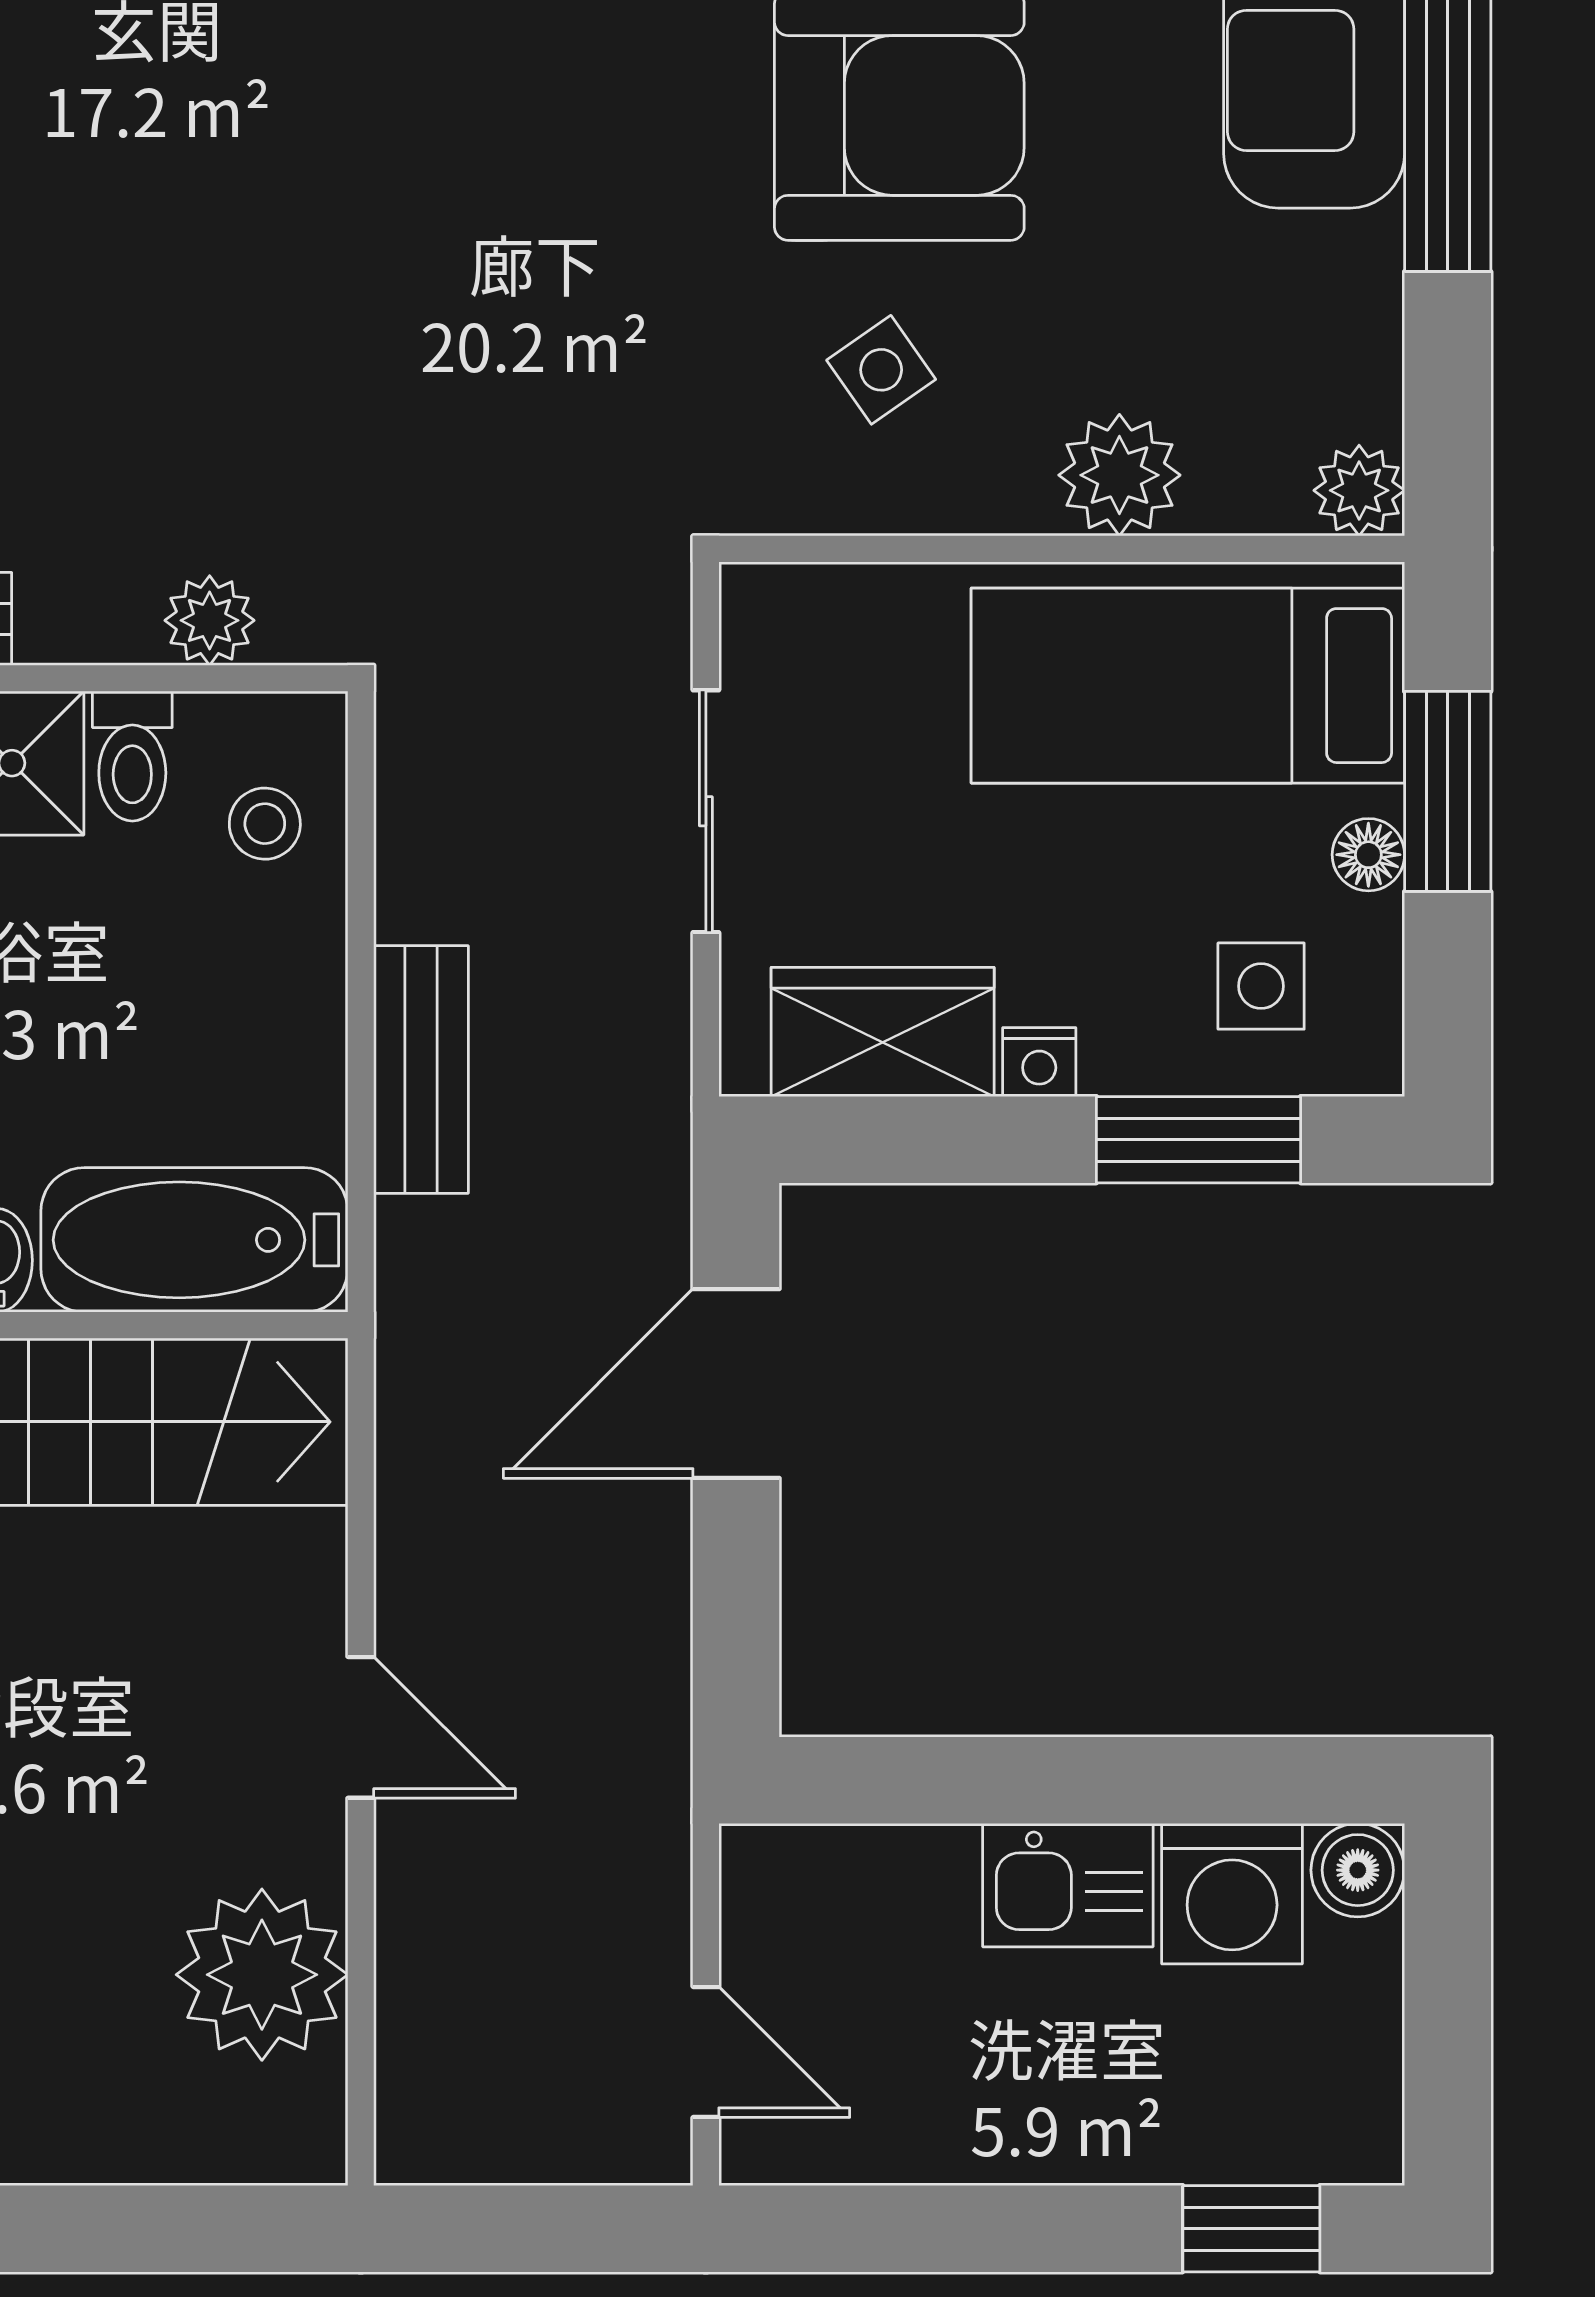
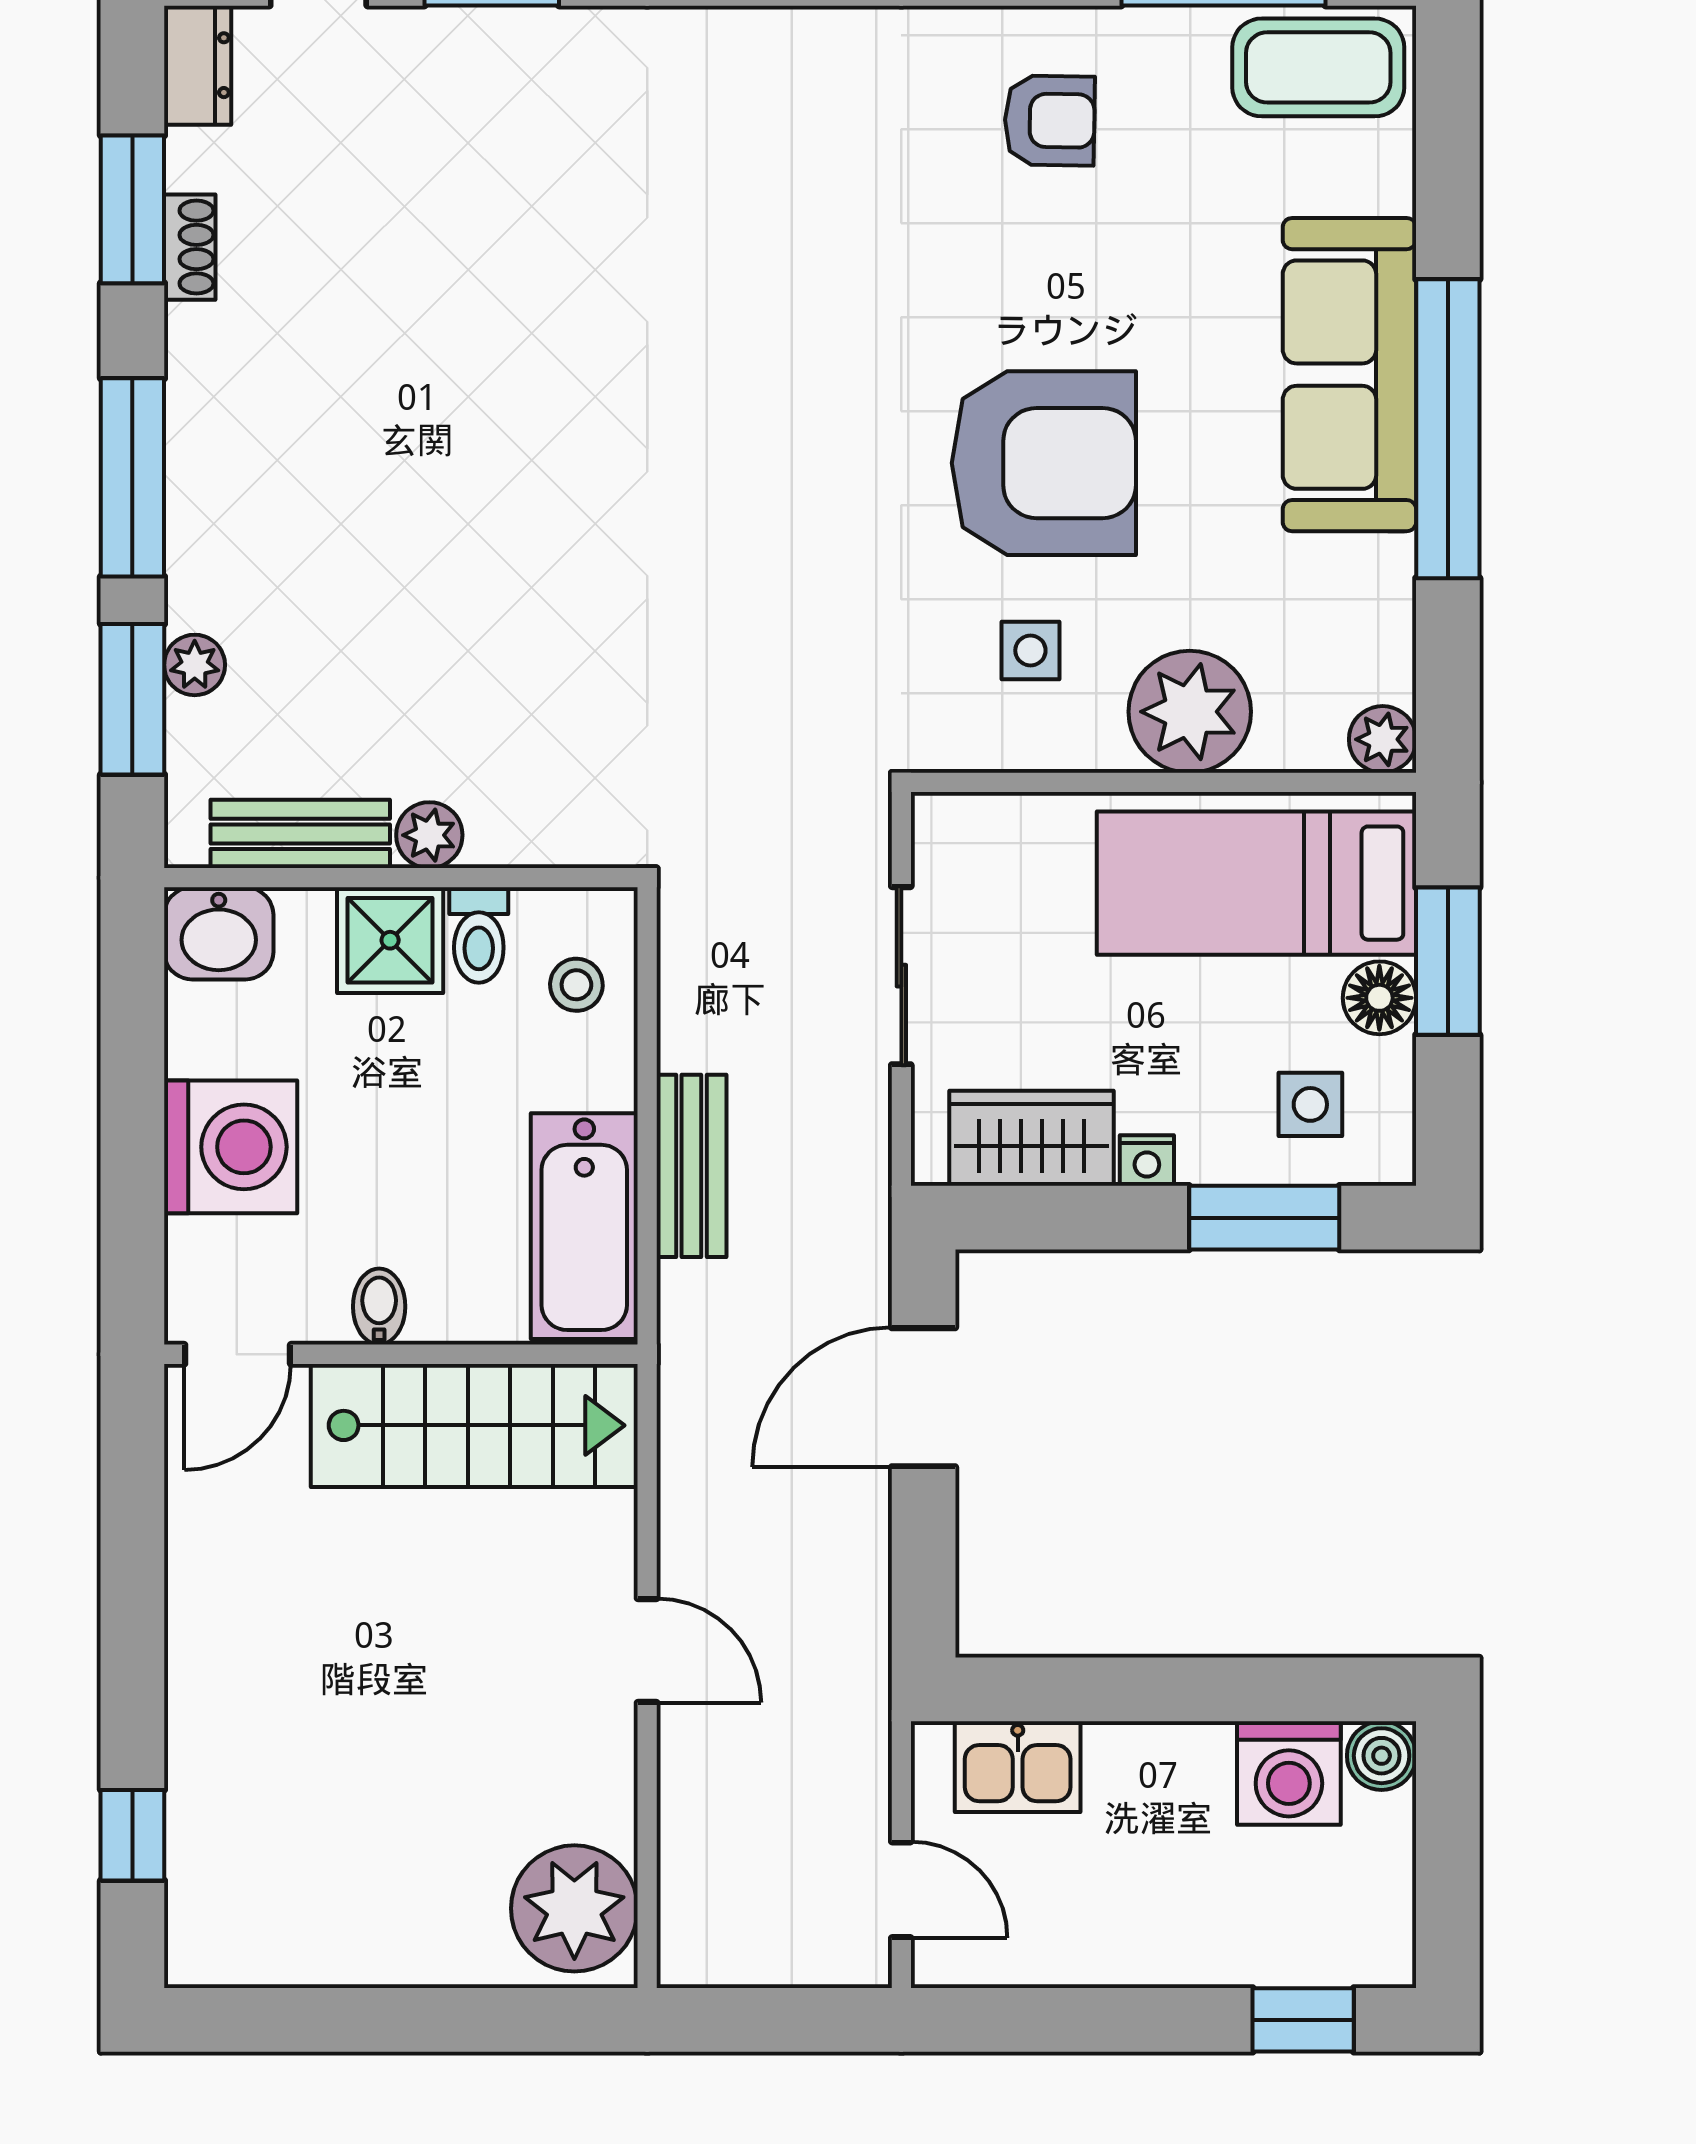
side table: (881, 370) -> (1030, 650), turned 35
plant: (1119, 475) -> (1190, 712), width x1.36, depth x1.36
plant: (210, 620) -> (429, 835), moved
floor lamp: (1368, 855) -> (1379, 998), width x1.37, depth x1.37
bathtub: (194, 1240) -> (584, 1226), moved, turned -90
kitchen sink: (1068, 1885) -> (1018, 1767), moved
plant: (262, 1975) -> (574, 1908), moved

